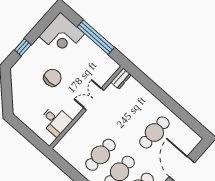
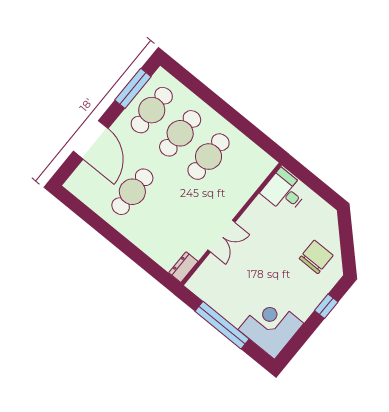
chair: (52, 78) -> (316, 257), moved, turned 180
desk: (55, 121) -> (284, 191), moved

